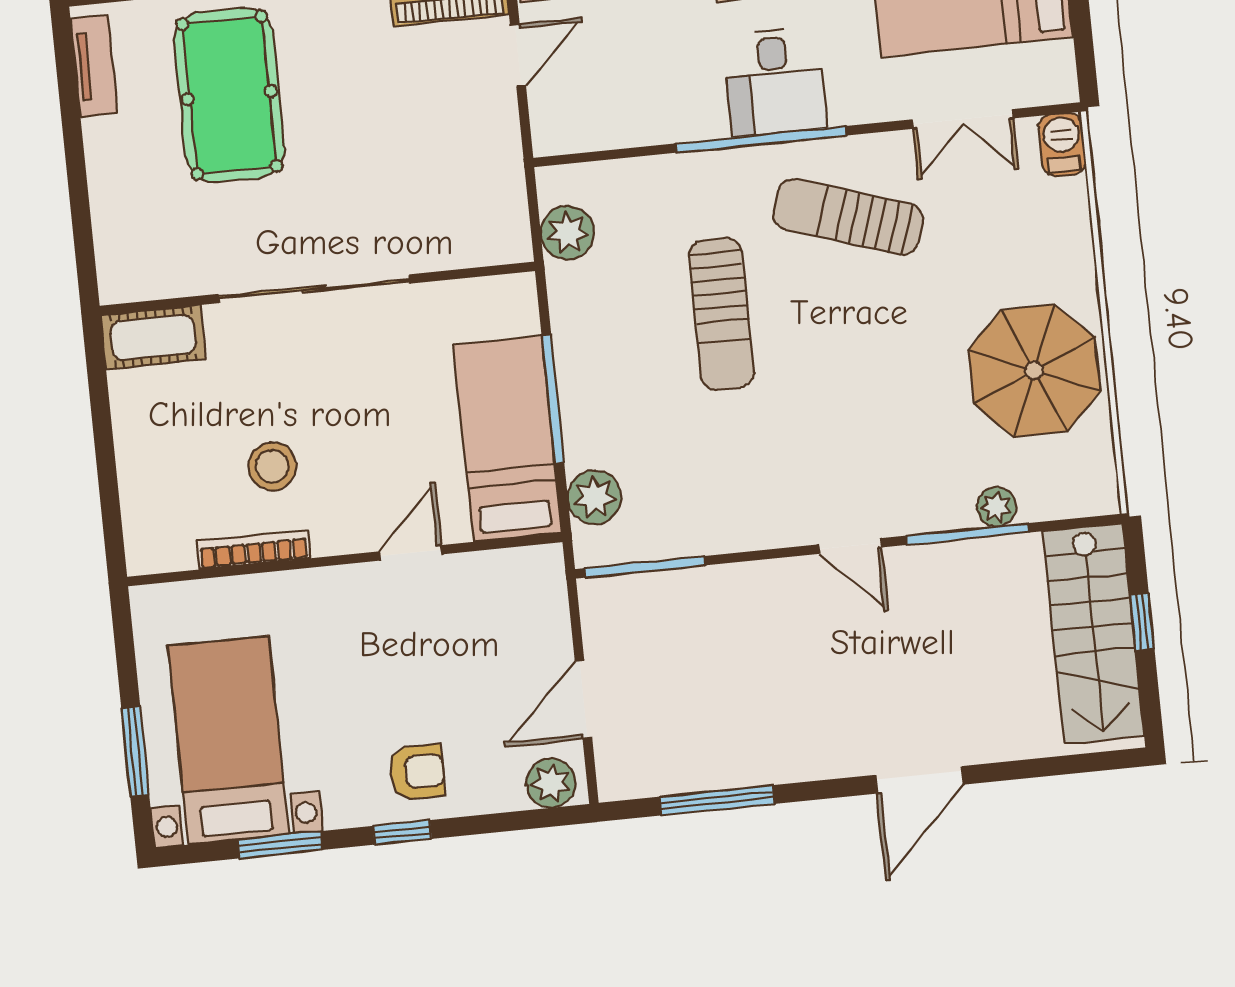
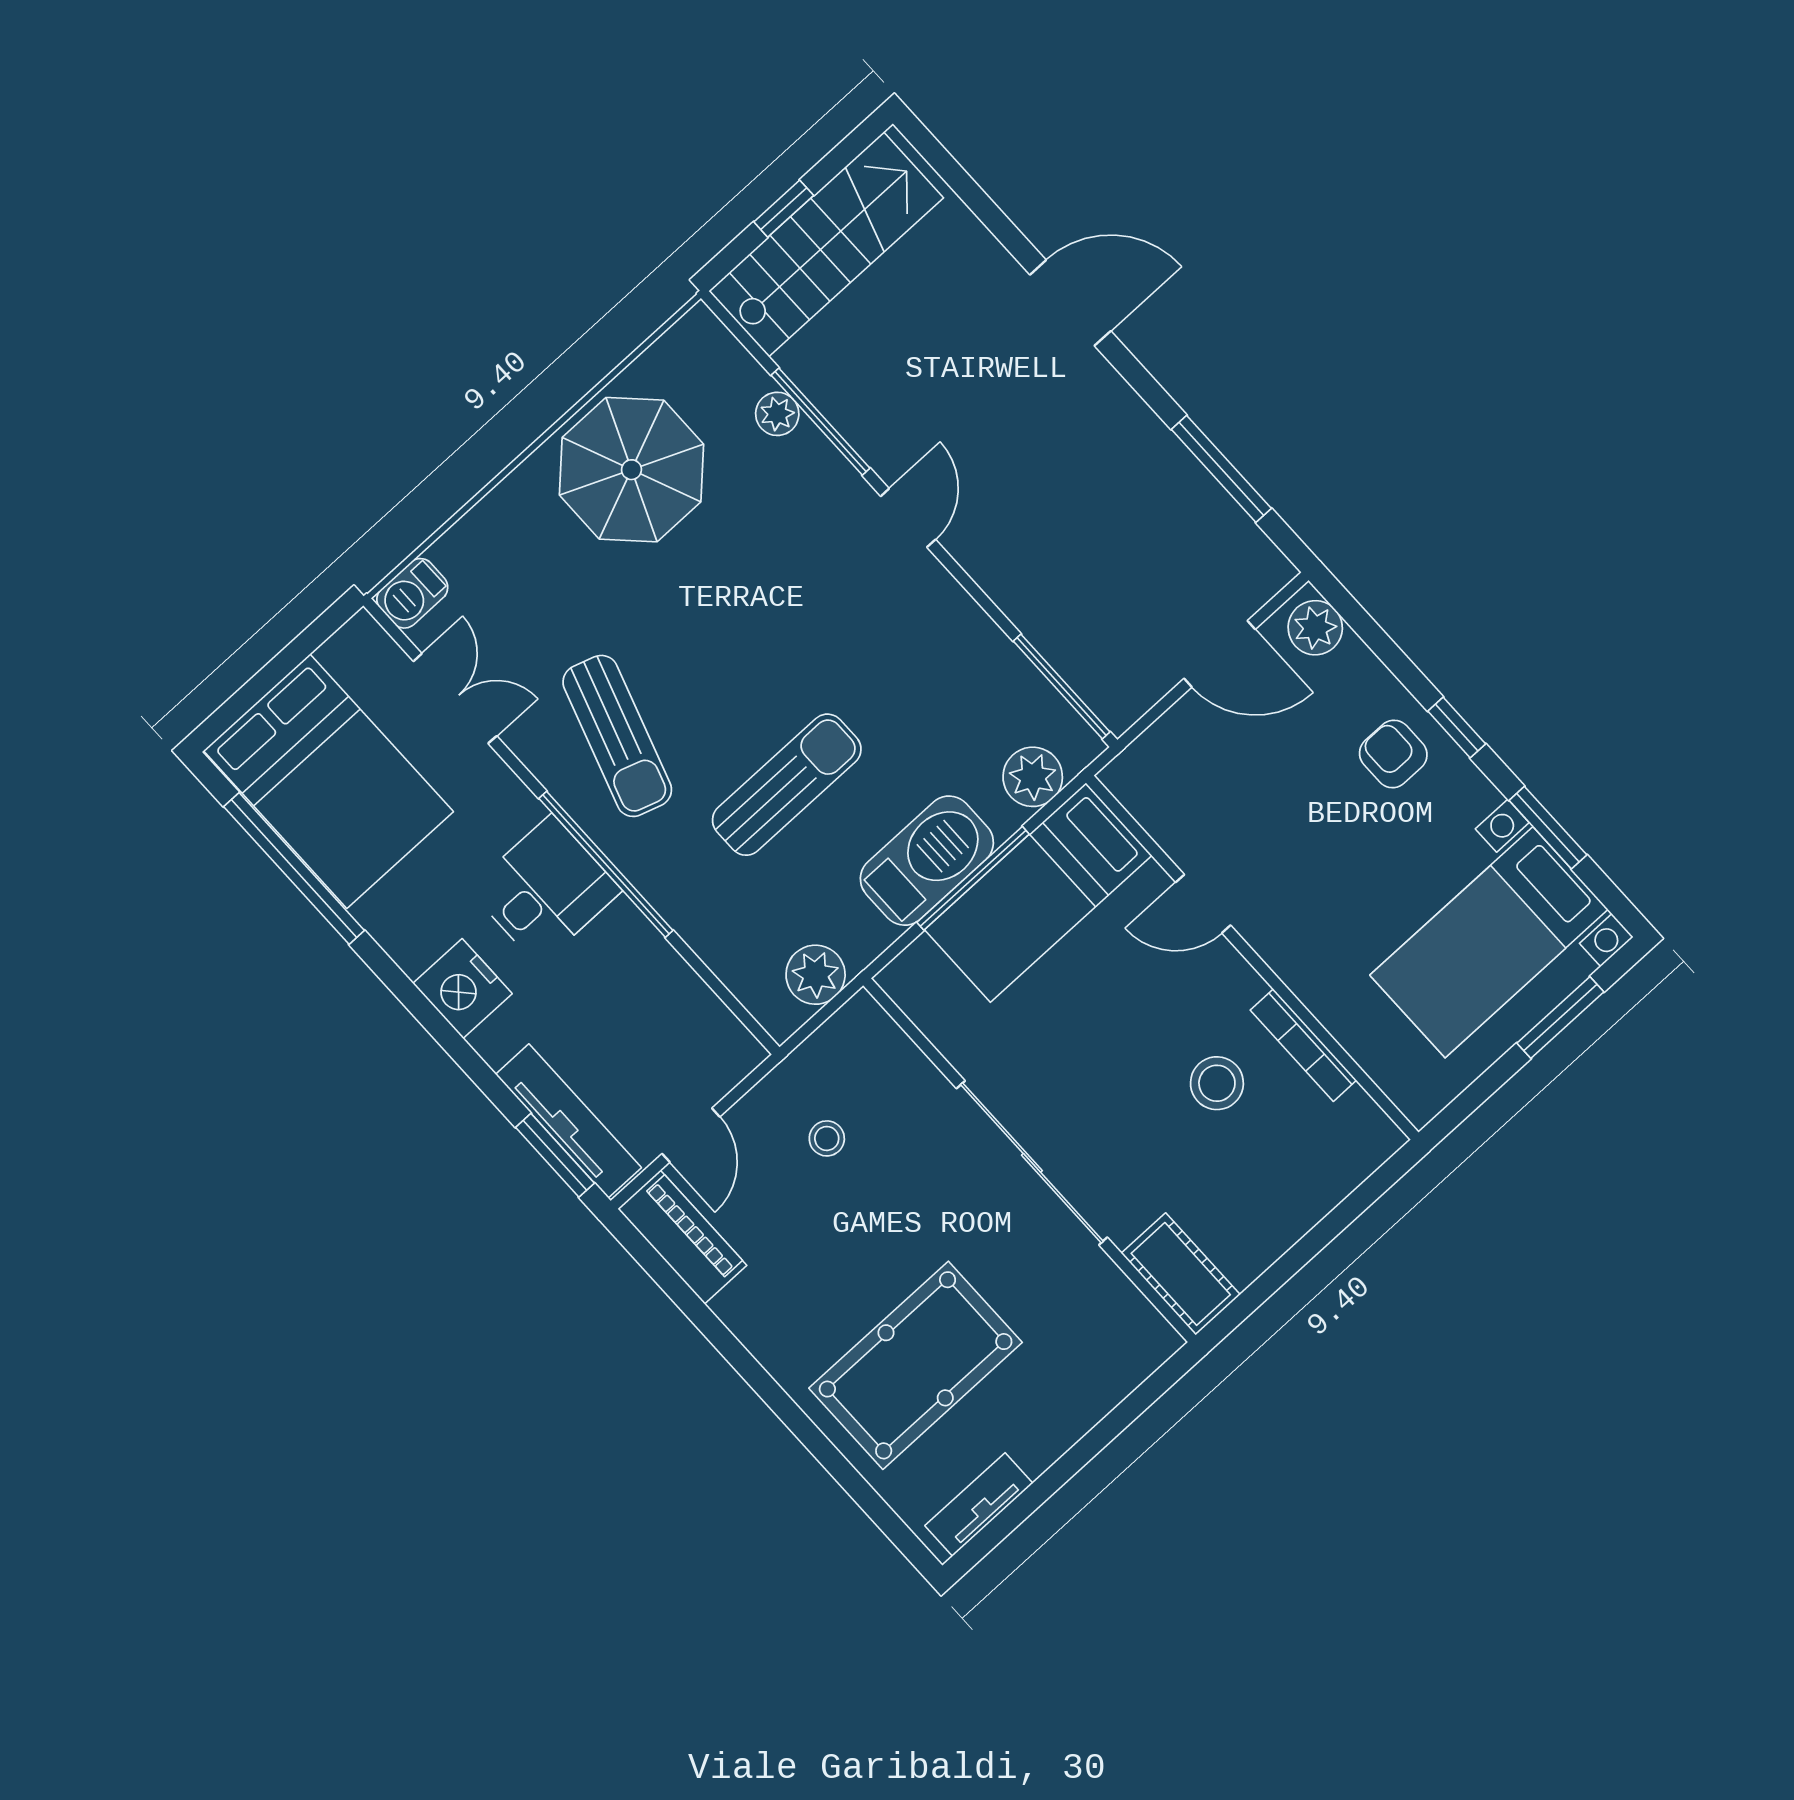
door: (518, 55) -> (691, 1135), swing flipped
stool: (442, 153) -> (827, 1138), added
barbecue: (591, 375) -> (927, 861), added

